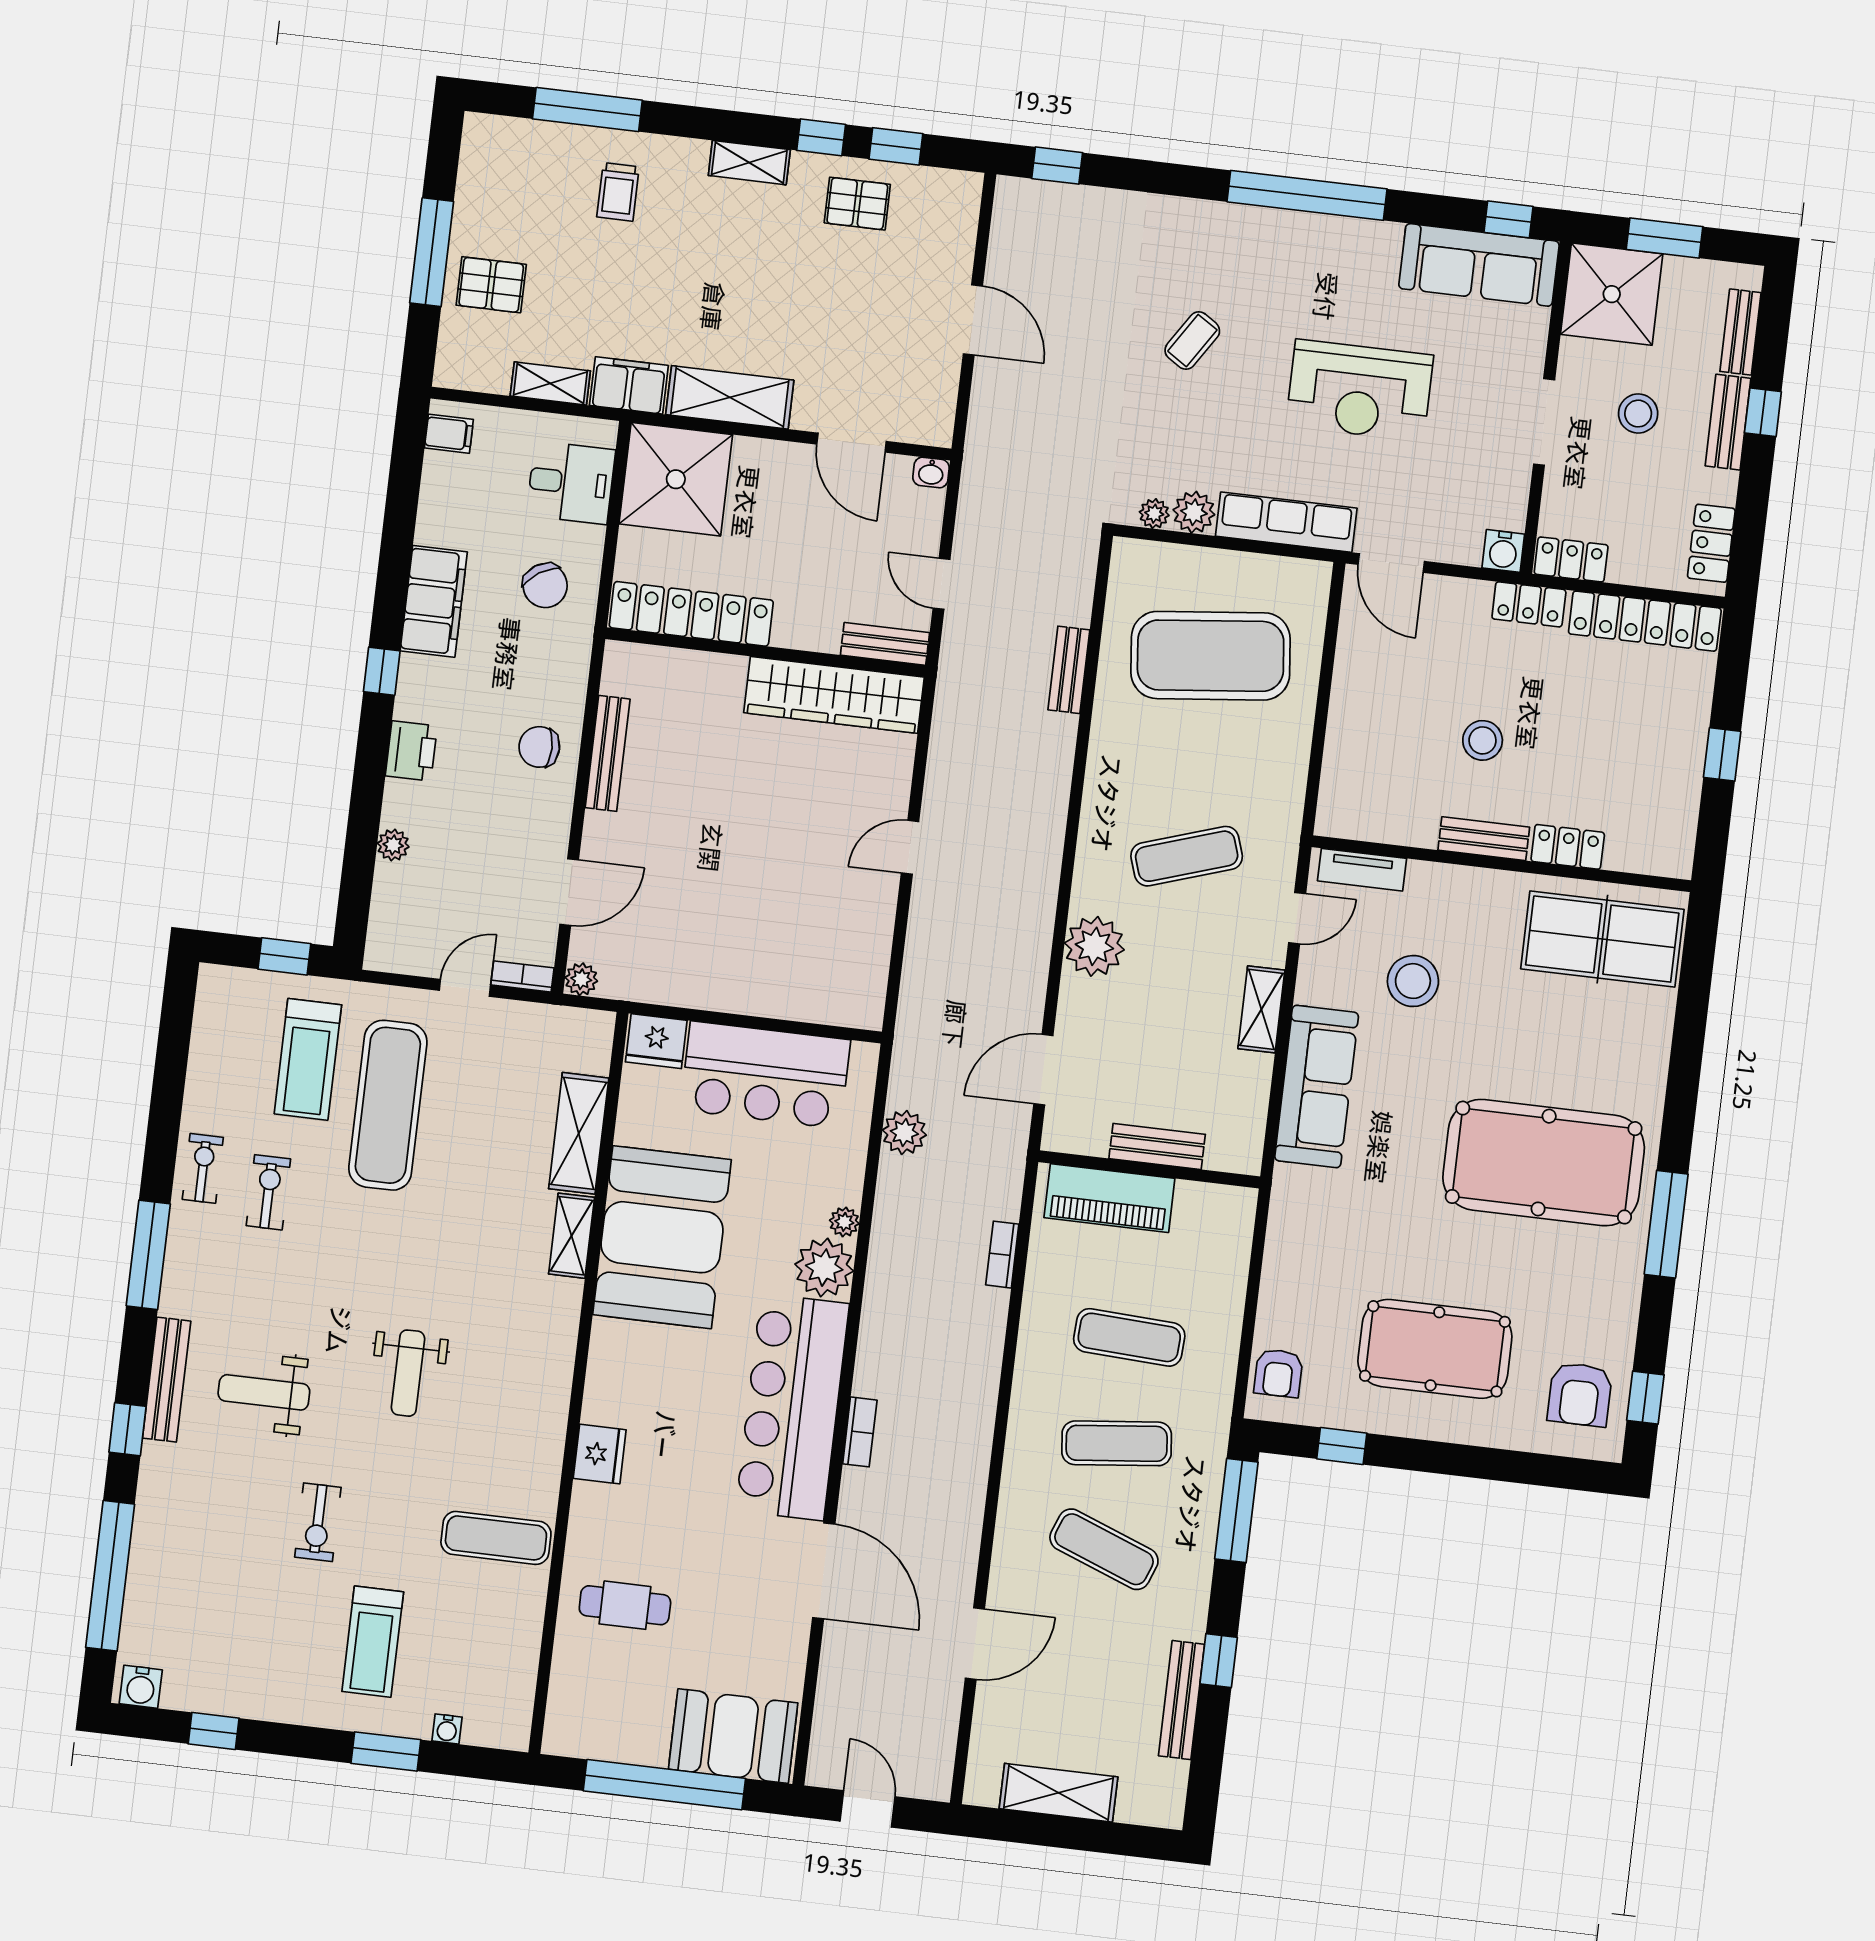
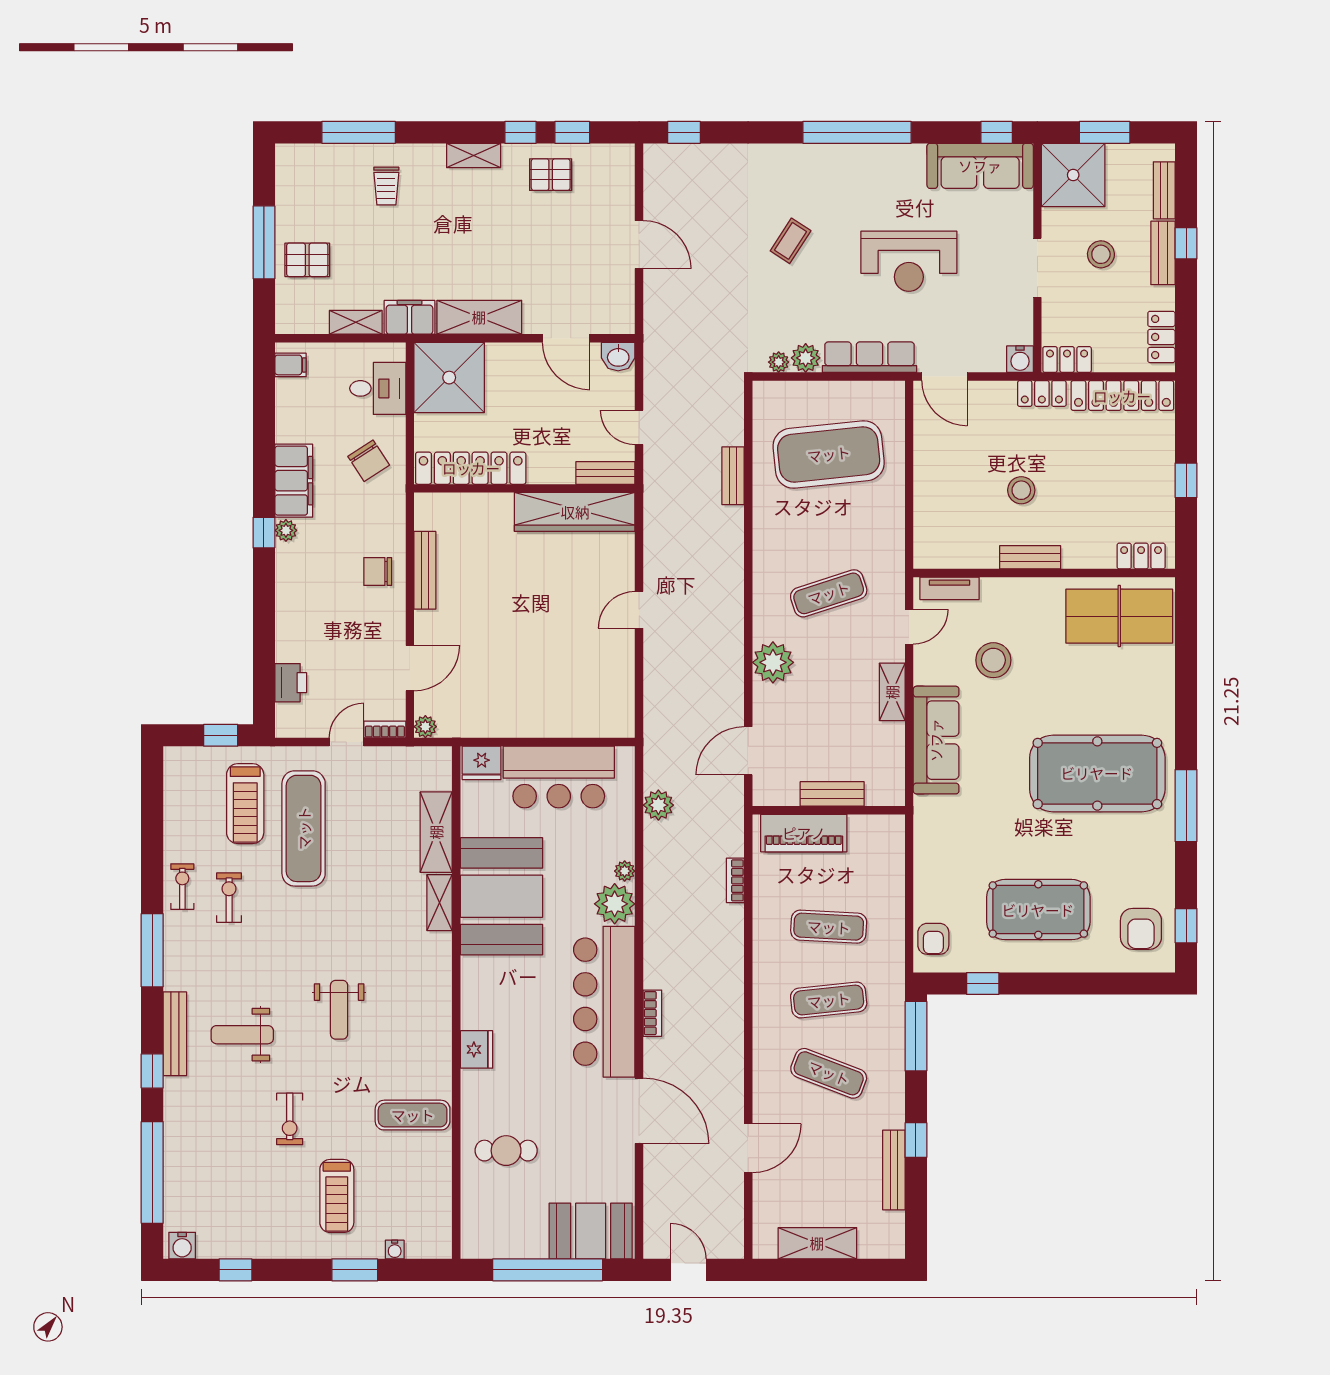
washbasin: (931, 472) -> (618, 357), width x1.38, depth x1.45
printer: (411, 751) -> (291, 683), moved
plant: (393, 845) -> (286, 530), moved
locker: (1568, 847) -> (1141, 556), moved

